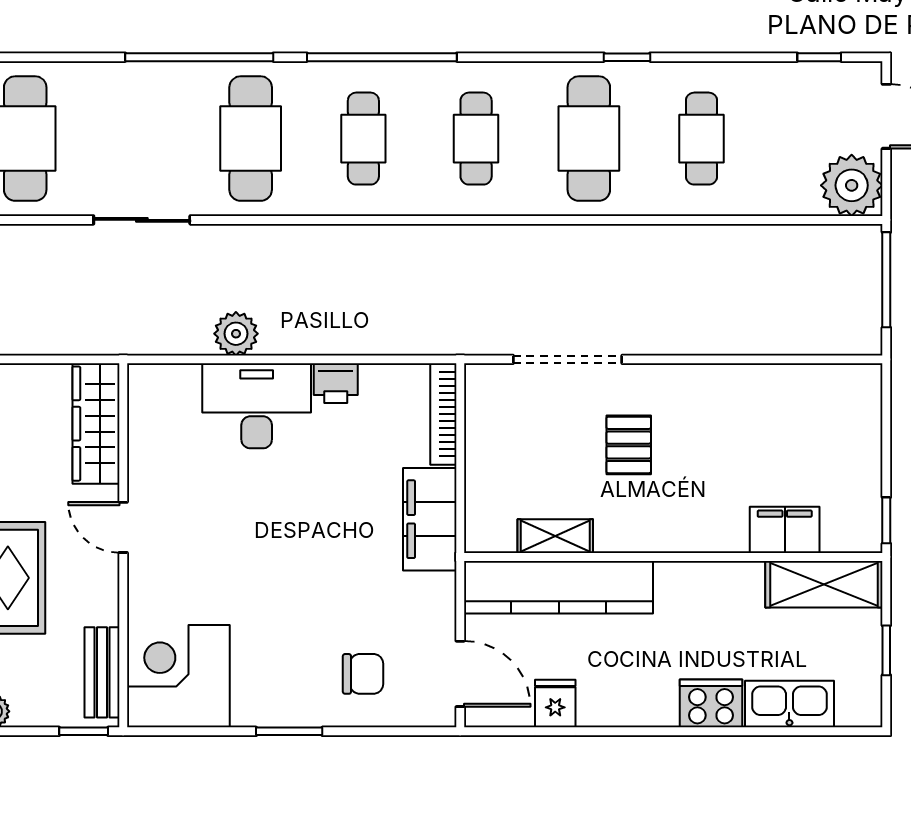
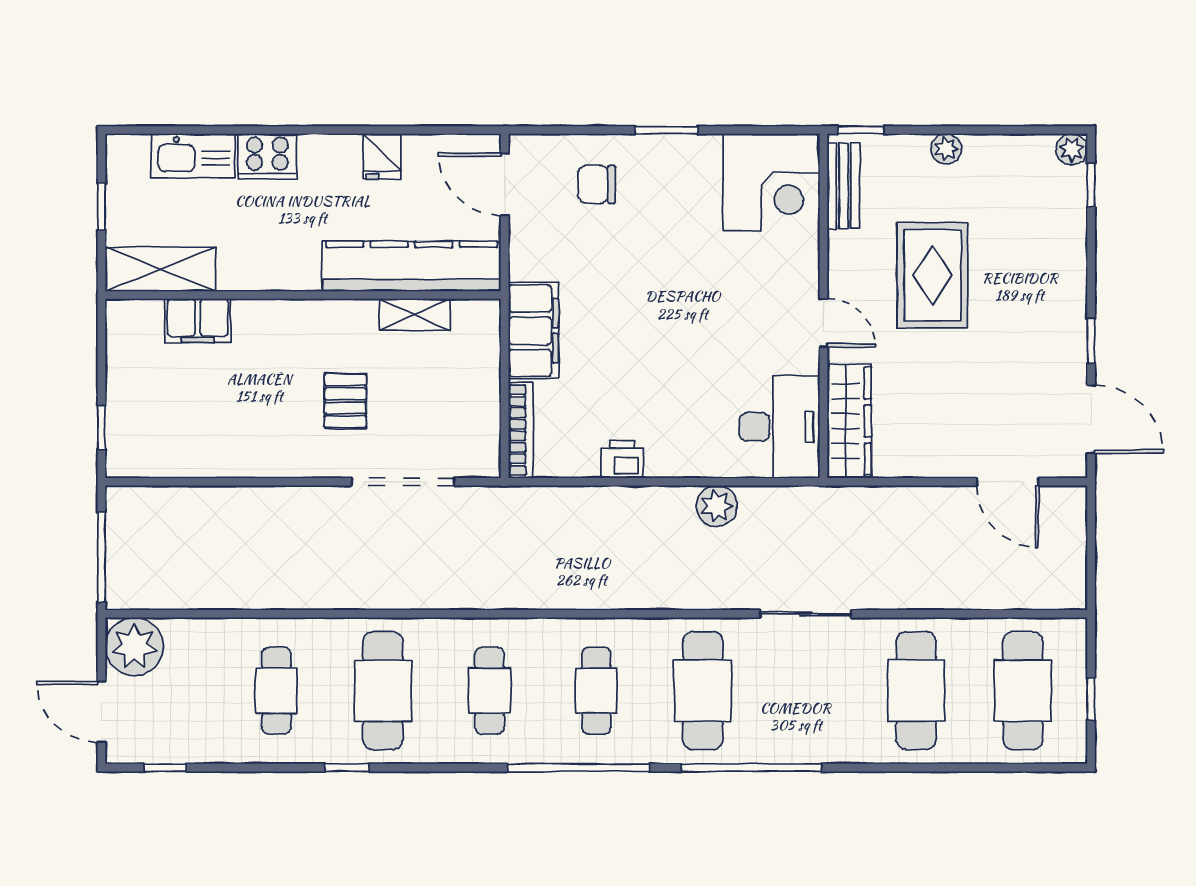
desk: (257, 406) -> (779, 427), moved, turned -90
window: (886, 520) -> (102, 427), moved
fridge: (555, 703) -> (382, 156), moved

